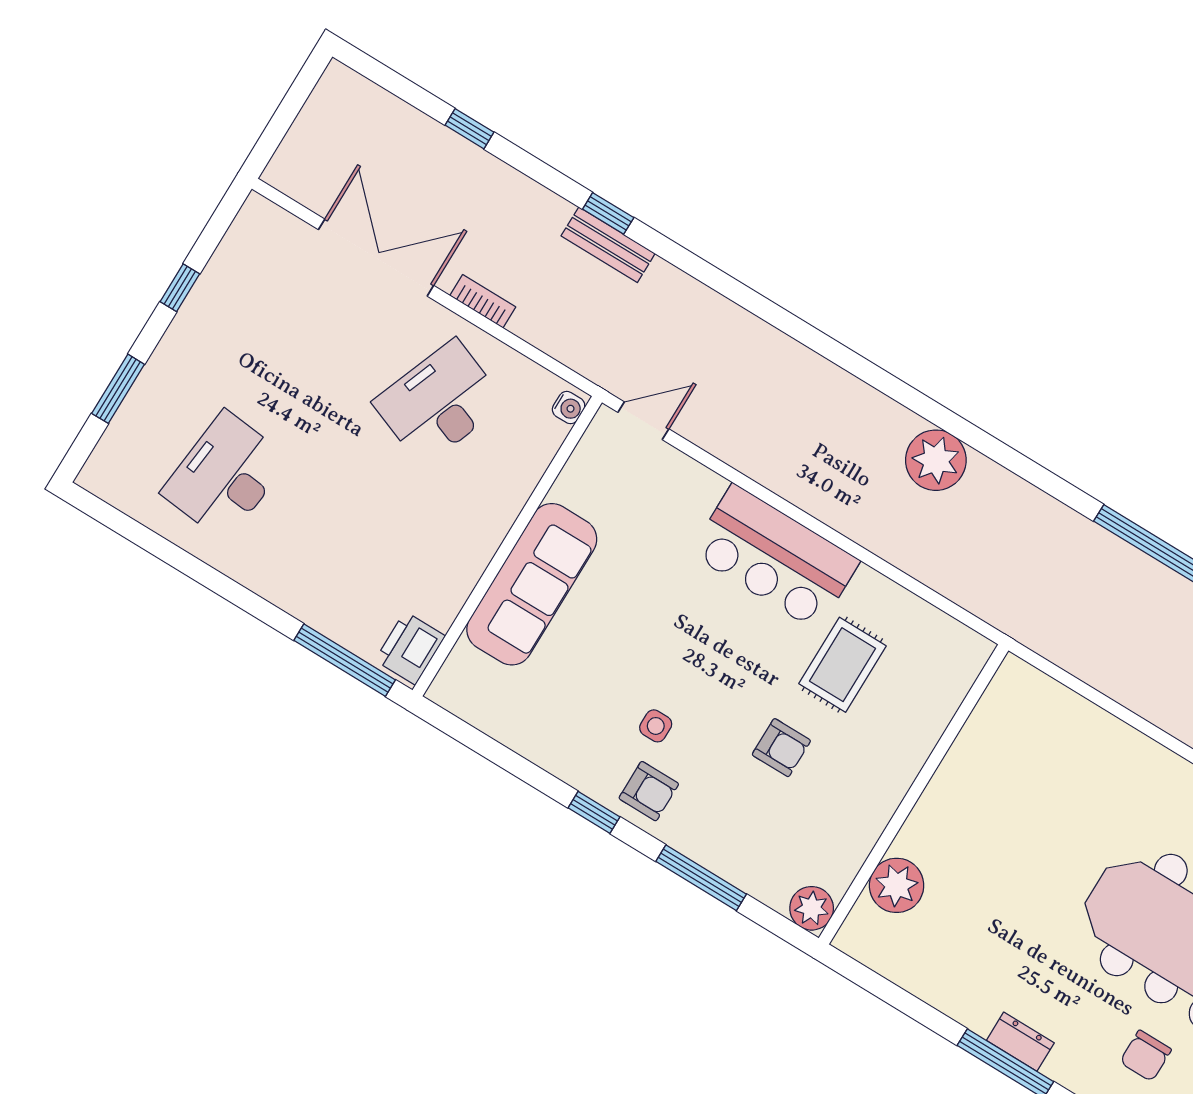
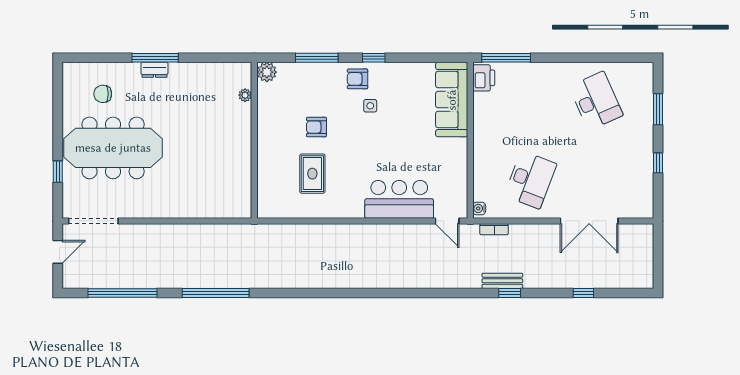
bookcase: (483, 301) -> (494, 229), moved
door: (643, 421) -> (447, 221), hinge flipped
plant: (936, 460) -> (325, 275), removed
desk: (225, 476) -> (596, 101), turned -30
bar counter: (775, 557) -> (399, 199), moved
sofa: (532, 584) -> (452, 100), moved
plant: (897, 885) -> (245, 95), width x0.53, depth x0.53
chair: (1146, 1056) -> (103, 94), turned -90

